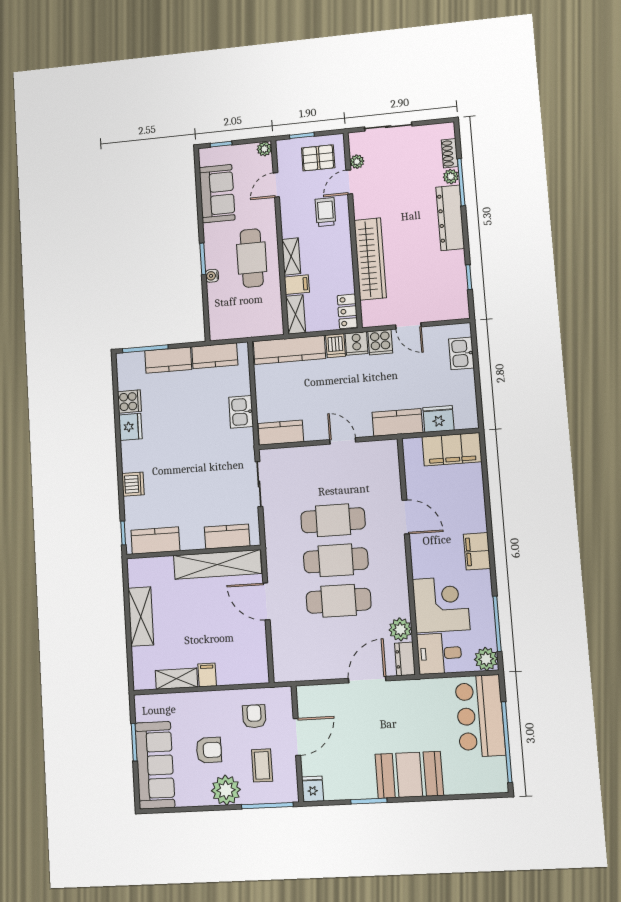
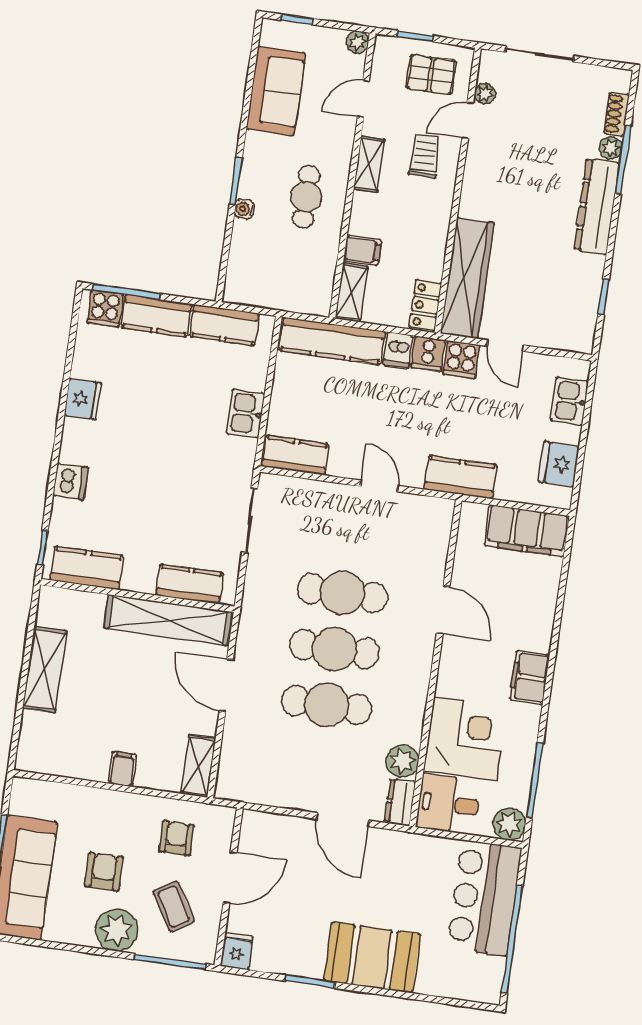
shelving: (291, 256) -> (369, 164), moved
cafe table: (252, 258) -> (306, 197), width x0.73, depth x0.74
wardrobe: (370, 259) -> (467, 278), moved
cooker: (129, 401) -> (105, 308), moved, turned 90
fridge: (439, 419) -> (559, 464), moved, turned -90
shelving: (176, 679) -> (198, 766), moved, turned 90
door: (367, 680) -> (343, 820), swing flipped
armchair: (209, 750) -> (104, 872), turned -90
coffee table: (262, 765) -> (174, 907), turned -31

